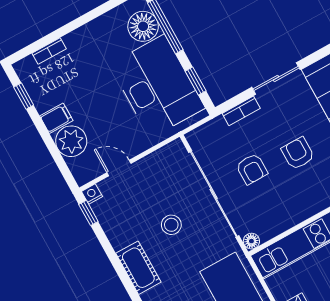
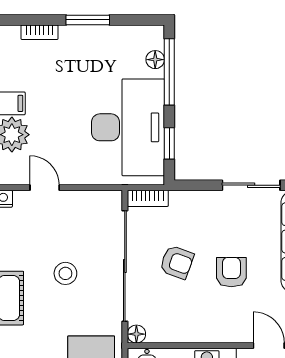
window: (81, 21) -> (88, 20), added
floor lamp: (143, 26) -> (155, 60), width x0.53, depth x0.53
bookcase: (241, 111) -> (148, 198), moved
armchair: (252, 169) -> (177, 262), turned -70

